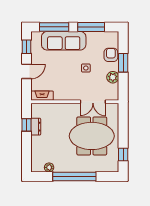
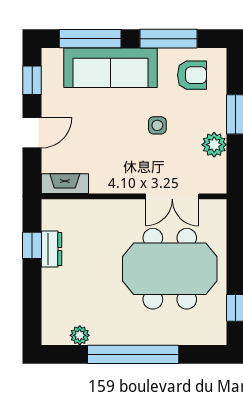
armchair: (111, 55) -> (192, 75), moved, turned 90

